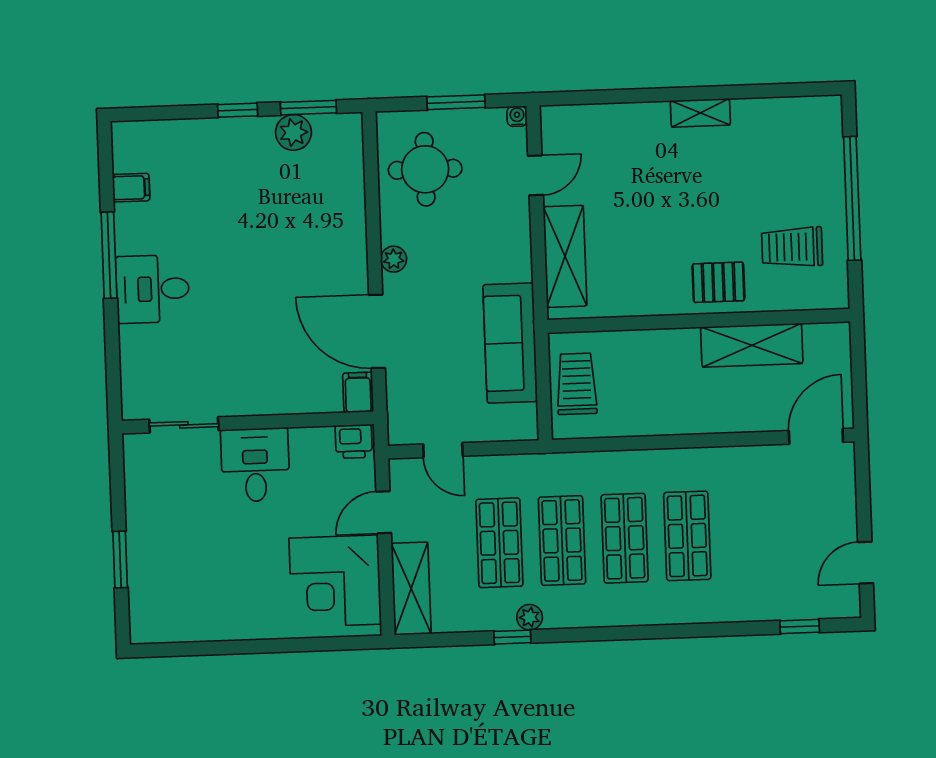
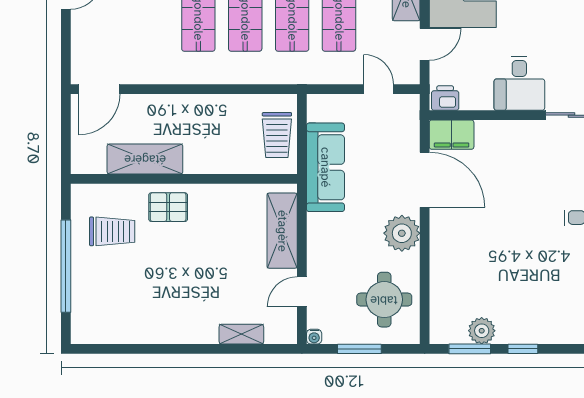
shelving: (700, 113) -> (241, 334), moved
plant: (394, 259) -> (402, 233), width x1.88, depth x1.88
filing cabinet: (358, 392) -> (452, 135), width x2.00

